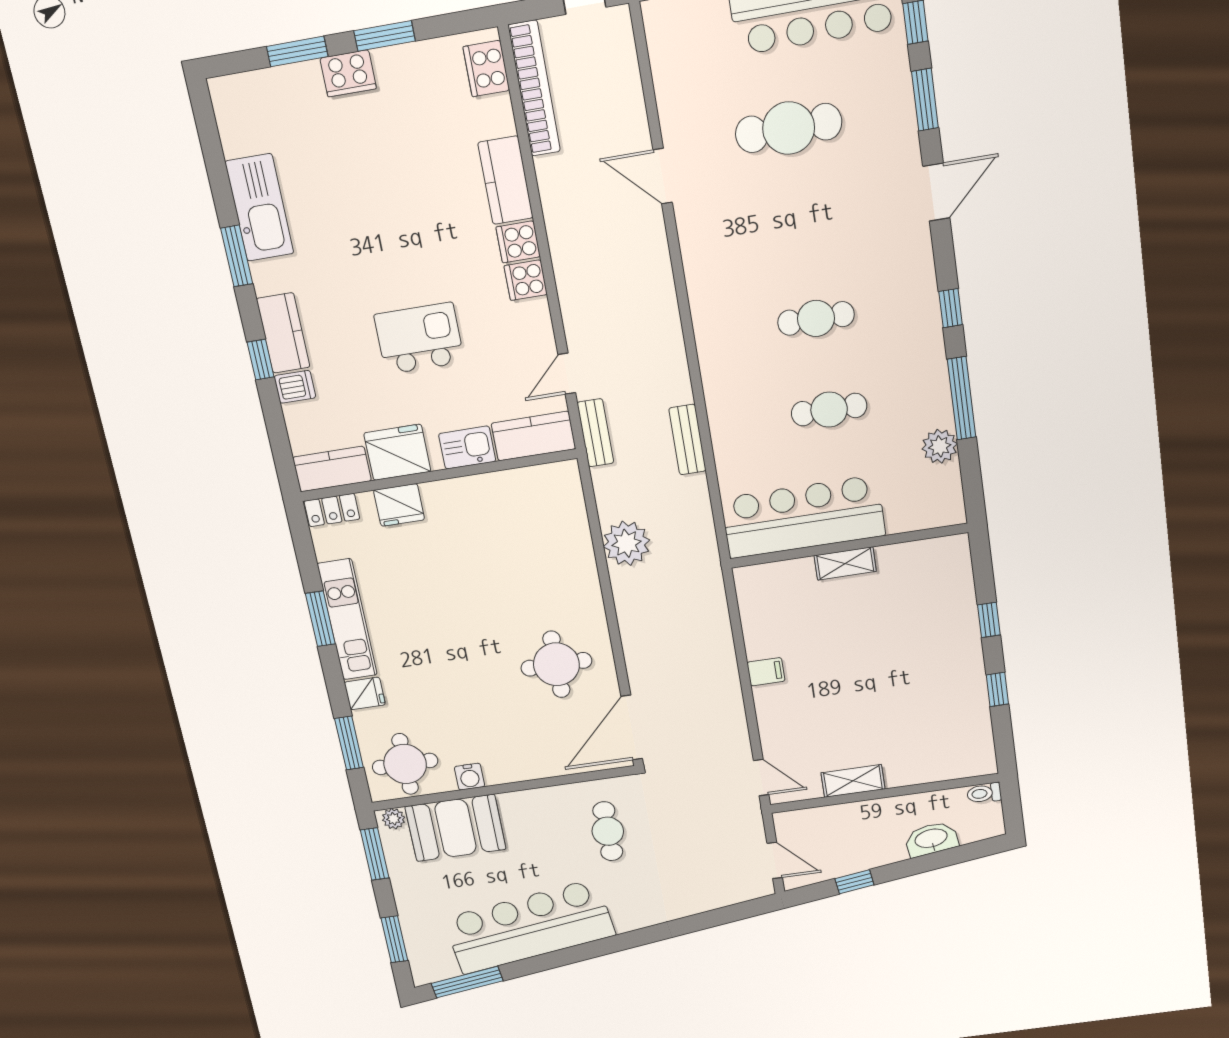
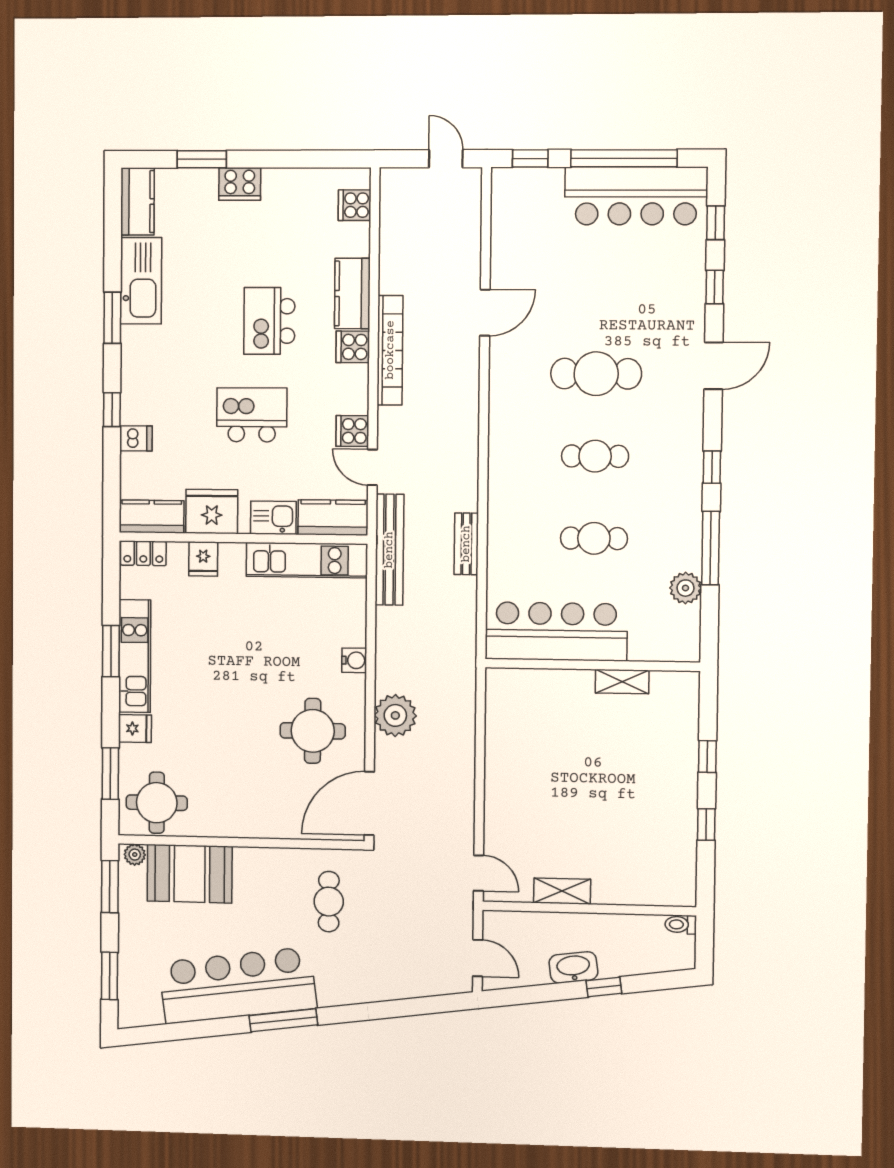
window: (385, 36) -> (276, 159), removed
cooker: (486, 69) -> (355, 205), width x0.73
bookcase: (534, 88) -> (390, 350), moved
window: (925, 100) -> (715, 287), width x0.67
cafe table: (789, 128) -> (596, 374), moved
door: (663, 176) -> (485, 313), swing flipped
kitchen island: (417, 228) -> (269, 321), added
cooker: (526, 280) -> (352, 431), moved
kitchen counter: (283, 333) -> (137, 202), moved
door: (567, 374) -> (372, 467), hinge flipped
bench: (595, 433) -> (389, 550), width x1.86, depth x1.21
kitchen unit: (514, 487) -> (307, 560), added
fridge: (399, 505) -> (203, 559), width x0.72
plant: (627, 543) -> (395, 715), moved
shelving: (845, 563) -> (622, 682), moved
filing cabinet: (766, 672) -> (500, 771), removed
water cooler: (470, 777) -> (354, 660), moved, turned -90
washbasin: (931, 839) -> (573, 967), moved
window: (854, 882) -> (604, 987), moved
window: (467, 982) -> (283, 1020), moved

